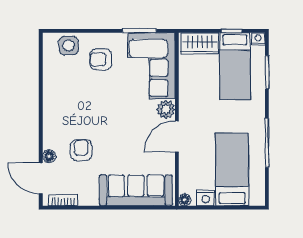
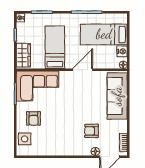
bed: (235, 66) -> (55, 47), moved, turned -90
plant: (166, 109) -> (65, 77), removed
door: (177, 136) -> (83, 70), swing flipped

